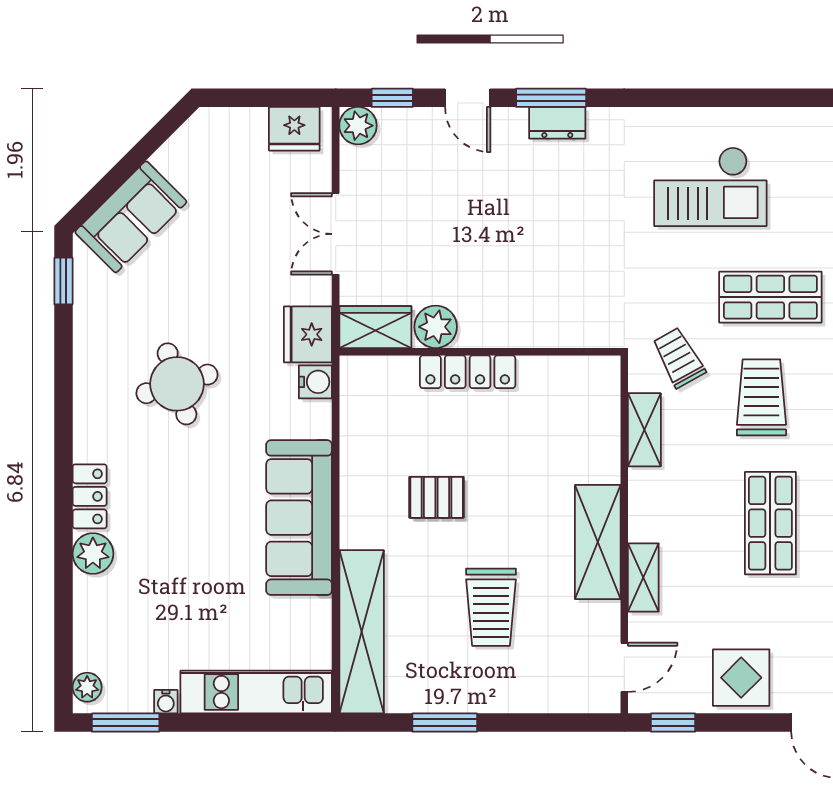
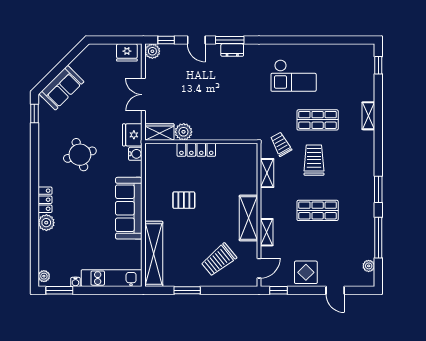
shop shelf: (770, 523) -> (318, 210), turned 90
trolley: (491, 607) -> (219, 260), moved, turned 51

